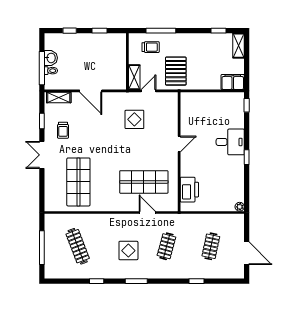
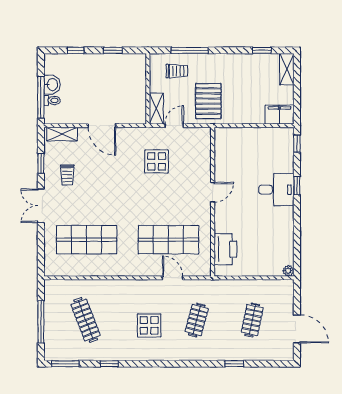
window: (247, 157) -> (297, 186), moved
shop shelf: (78, 182) -> (87, 240), turned 90
window: (136, 281) -> (65, 364), moved

